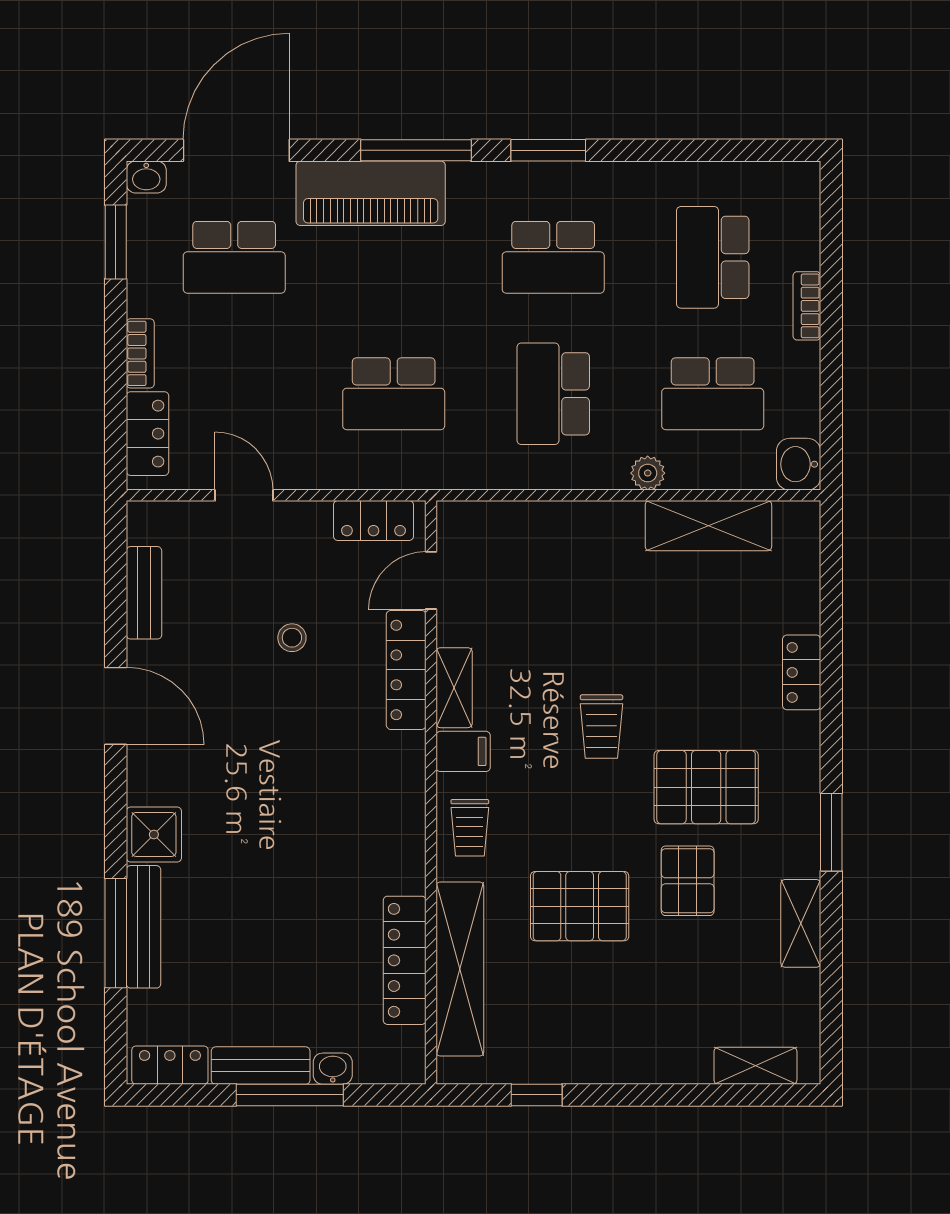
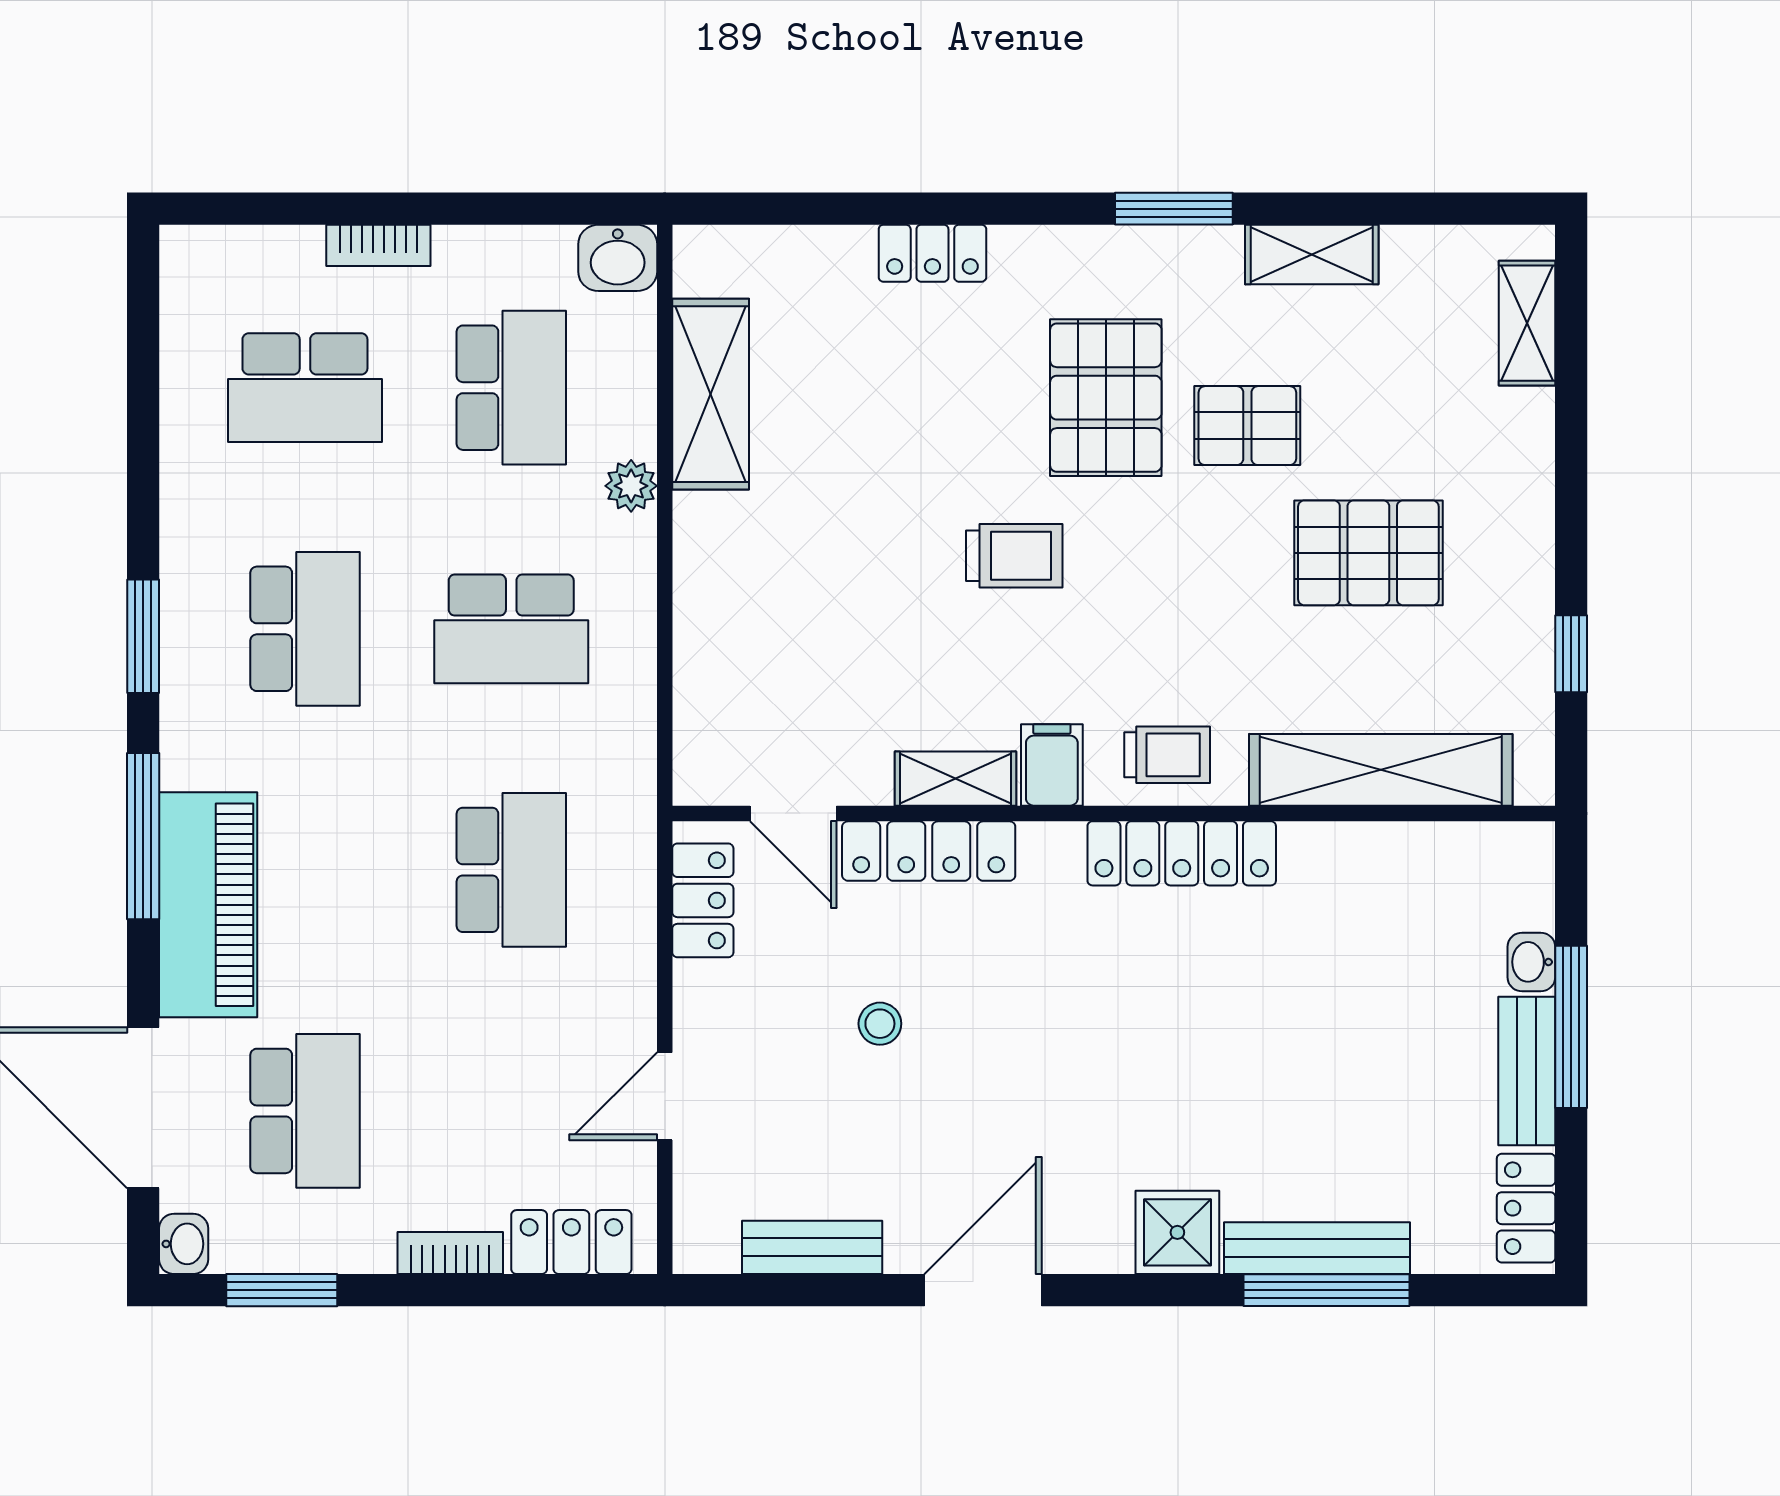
pallet: (580, 906) -> (1368, 553), moved, turned 90
locker: (405, 960) -> (1182, 853), moved

